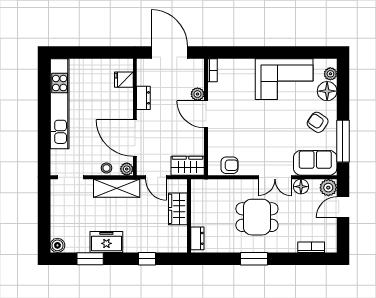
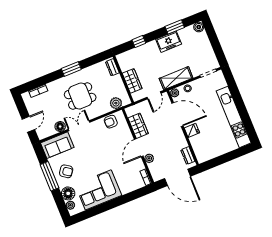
fridge: (124, 80) -> (192, 130), moved
dresser: (143, 98) -> (188, 156), moved
door: (206, 114) -> (139, 148), swing flipped
window: (343, 141) -> (49, 176), moved
wardrobe: (188, 166) -> (138, 126), moved, turned -90
door: (156, 177) -> (154, 95), swing flipped
plant: (328, 188) -> (116, 103), moved

